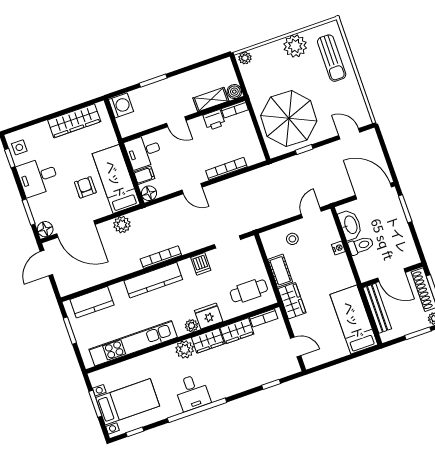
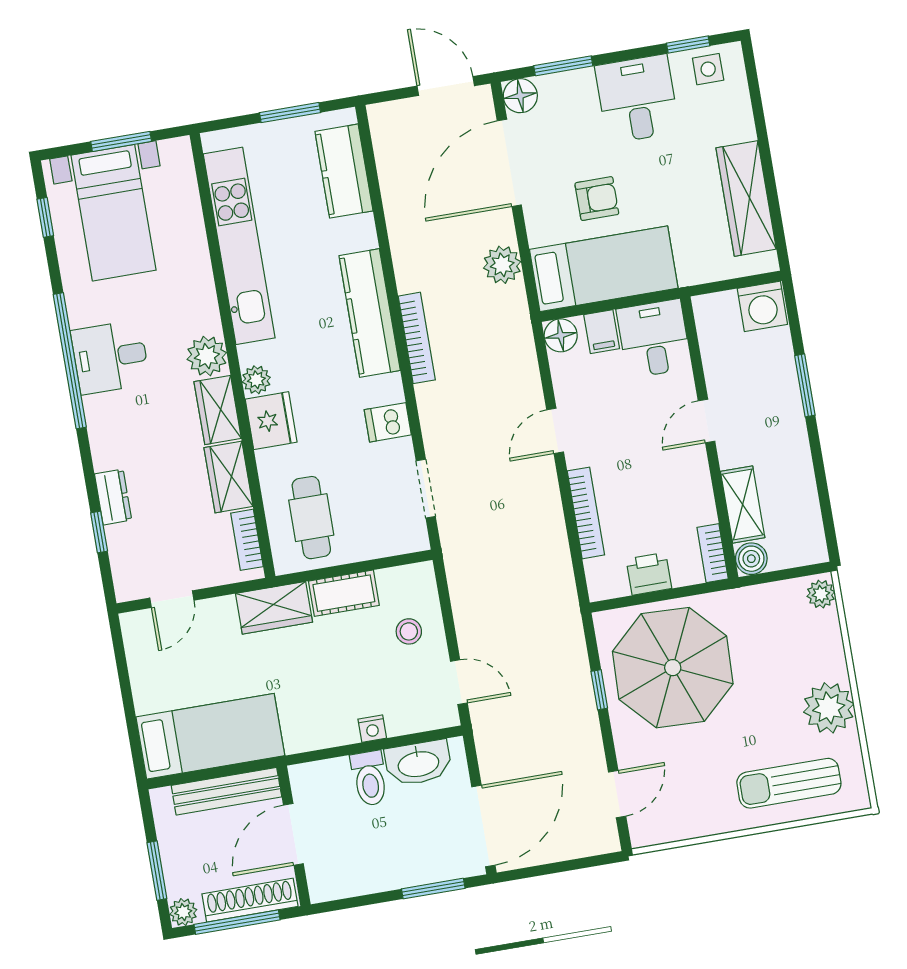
printer: (214, 120) -> (649, 574), moved, turned 90
dresser: (254, 381) -> (113, 497), added

